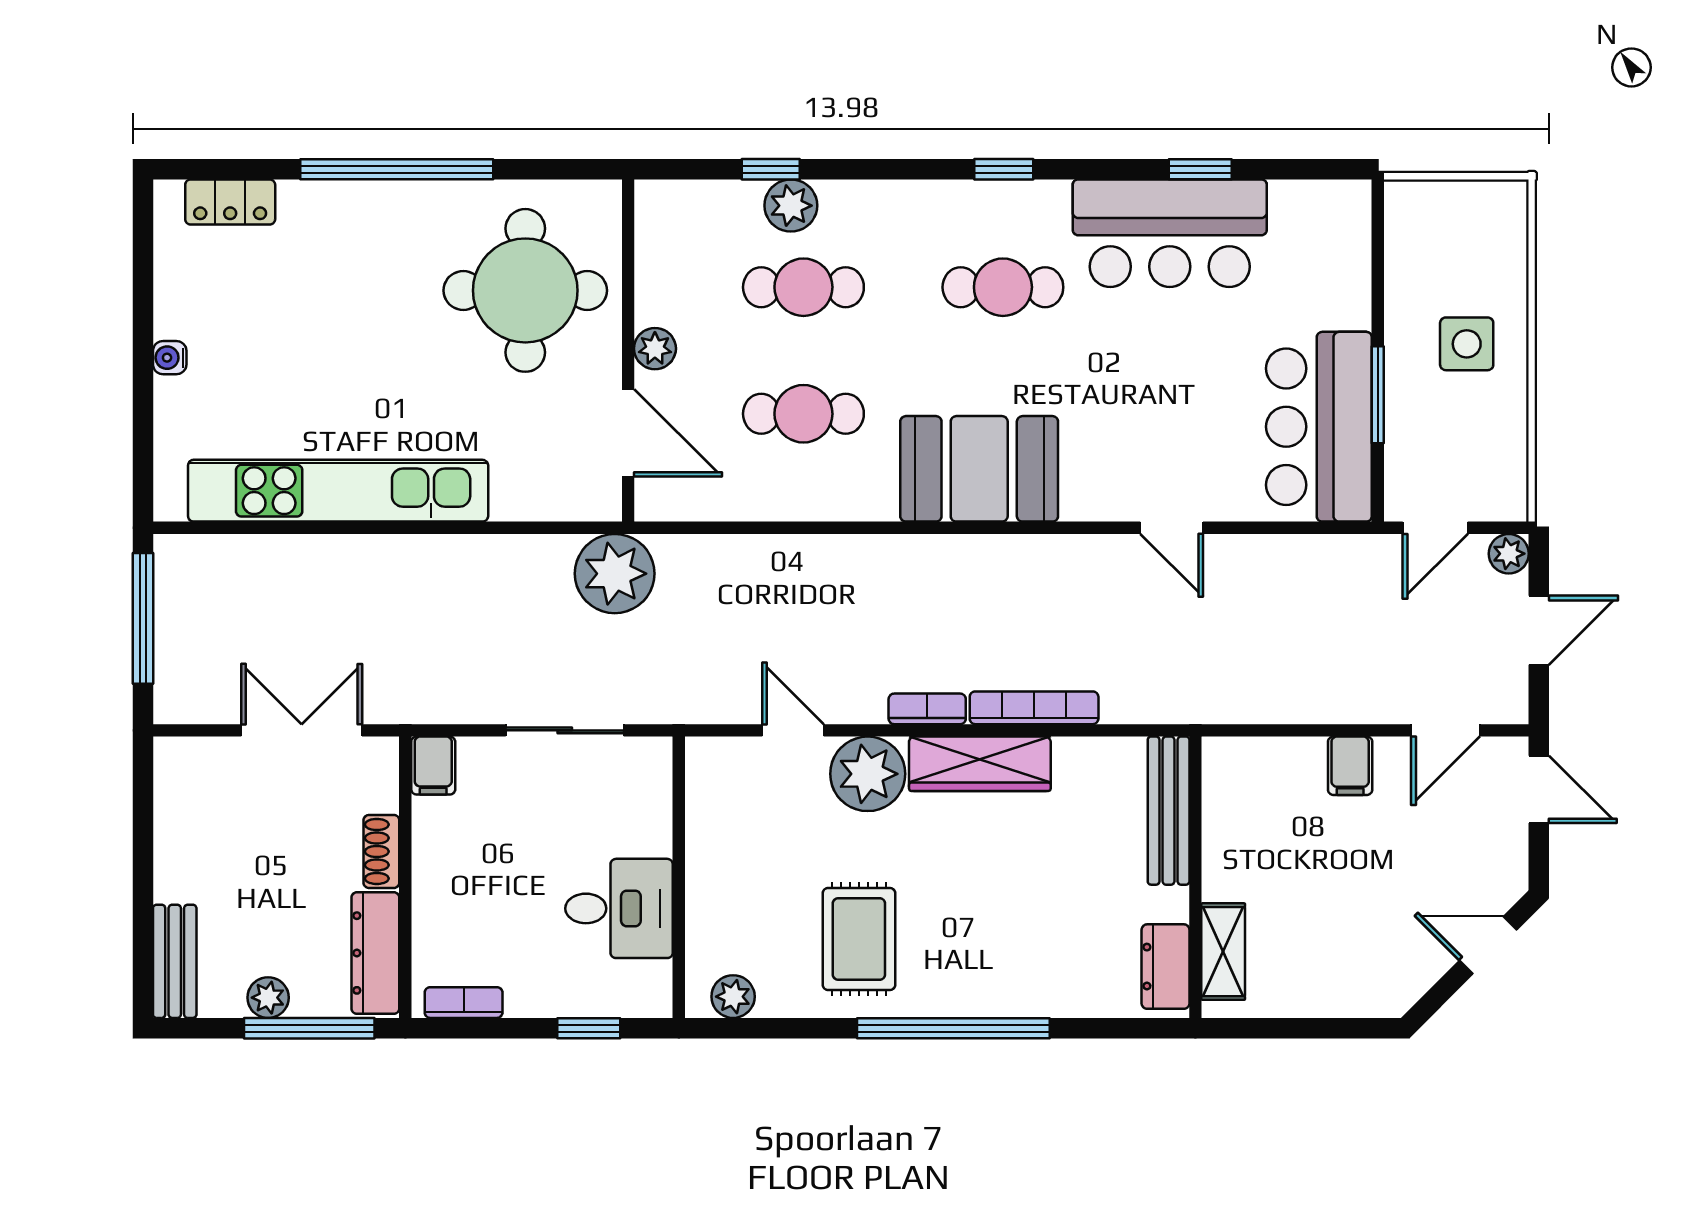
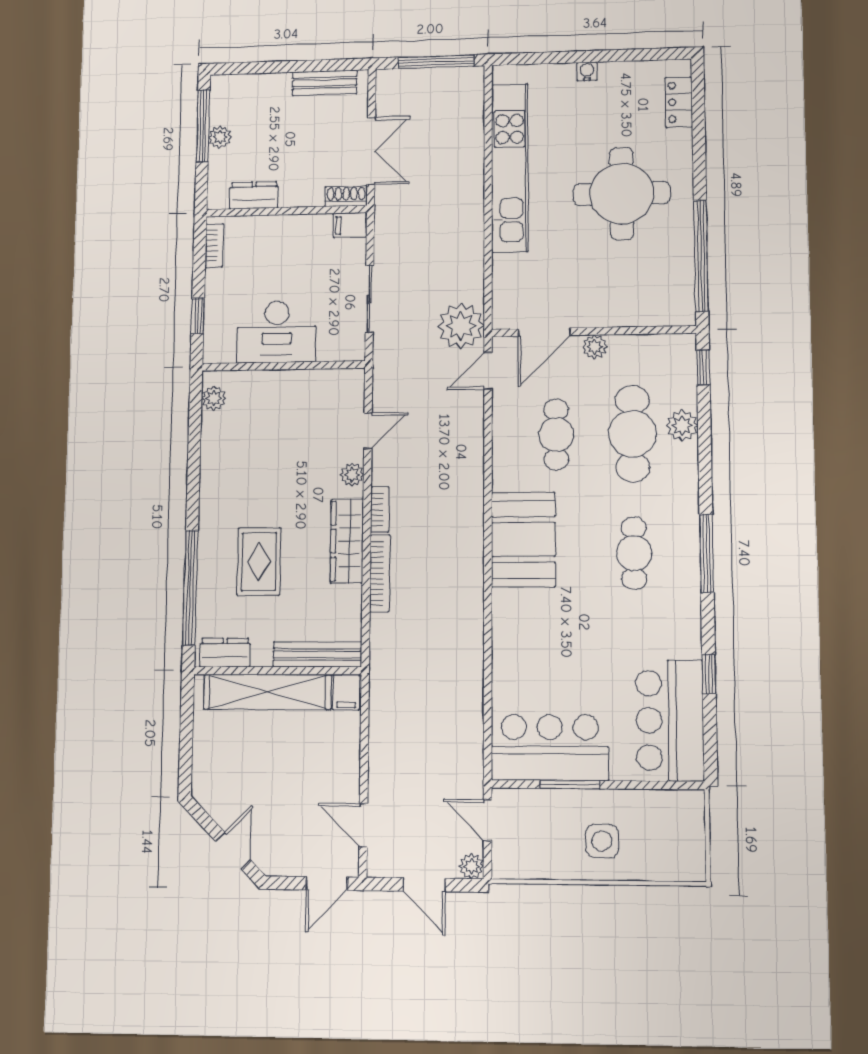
window: (397, 169) -> (701, 256), moved
window: (771, 169) -> (703, 367), moved
window: (1004, 169) -> (707, 553), width x2.17
bar counter: (1170, 233) -> (670, 720), moved
cafe table: (803, 287) -> (633, 434), width x1.37, depth x1.35
round table: (525, 290) -> (622, 193), moved
door: (1172, 528) -> (488, 371), moved
filing cabinet: (1350, 766) -> (346, 692), moved, turned -90
plant: (868, 774) -> (352, 475), width x0.53, depth x0.53
shoe rack: (381, 851) -> (346, 196), moved
desk: (619, 908) -> (277, 332), width x1.37
rug: (859, 939) -> (259, 562), moved, turned 90
shelving: (1223, 952) -> (267, 692), width x2.20, depth x1.33
dresser: (375, 953) -> (254, 195), width x0.70
bench: (175, 961) -> (325, 83), moved
window: (309, 1028) -> (203, 126), moved
window: (953, 1028) -> (190, 588), moved

